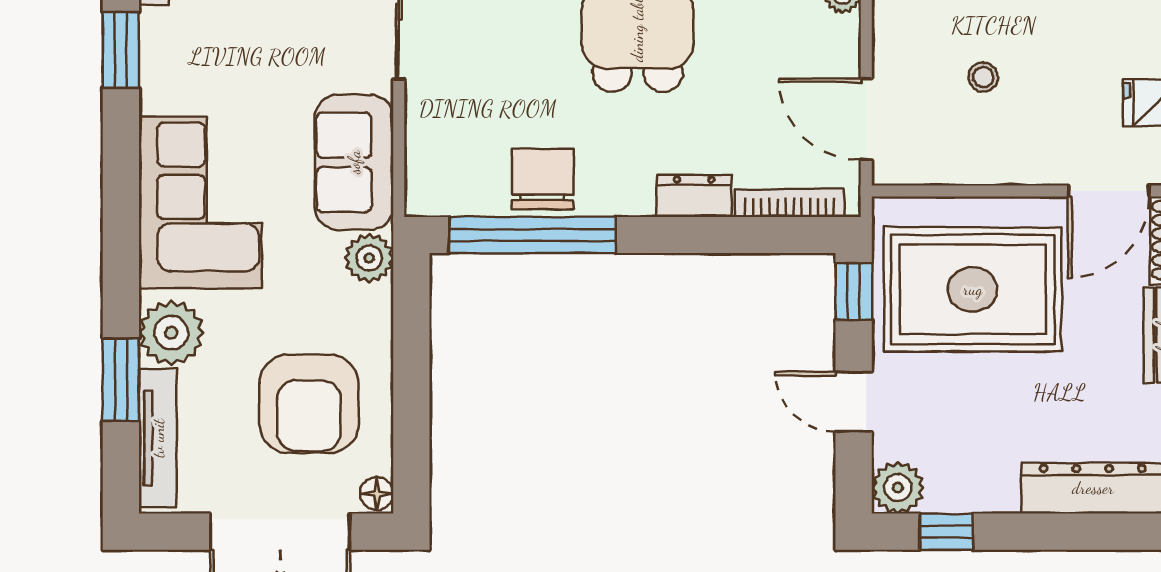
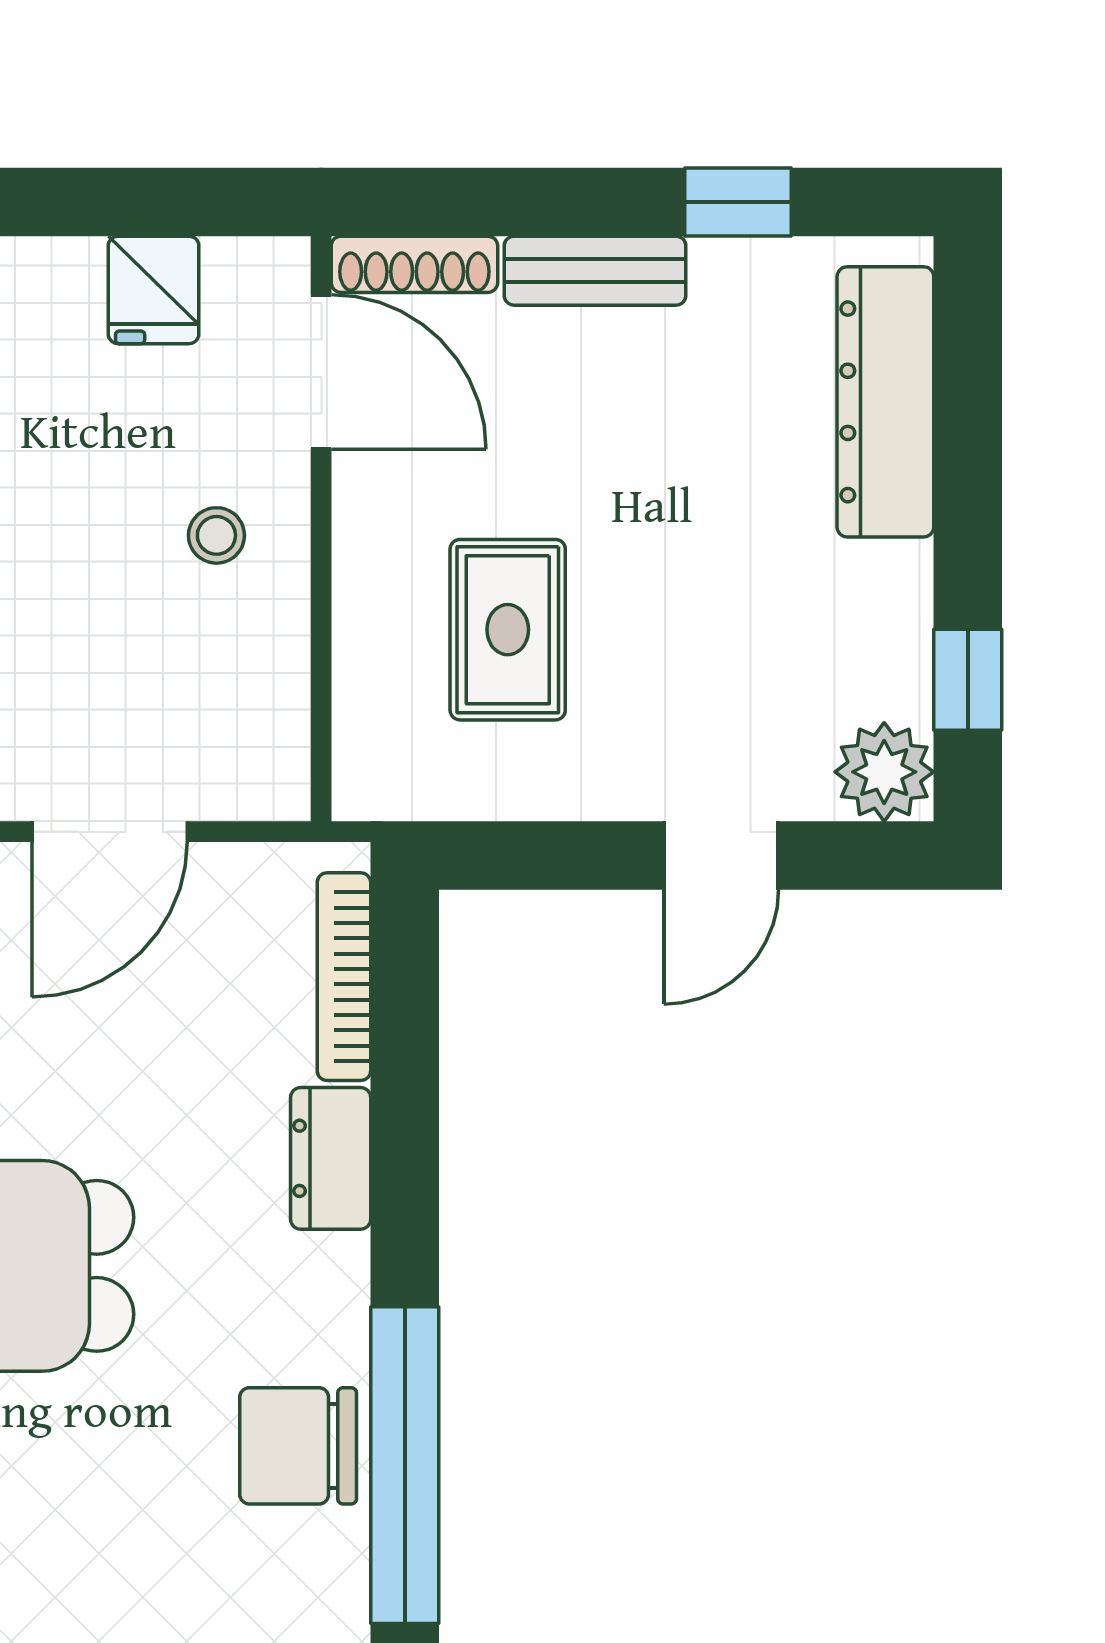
stool: (983, 77) -> (216, 535), moved
door: (866, 119) -> (109, 832), moved
rug: (973, 289) -> (508, 630), width x0.54, depth x0.49
window: (854, 291) -> (512, 855), removed

